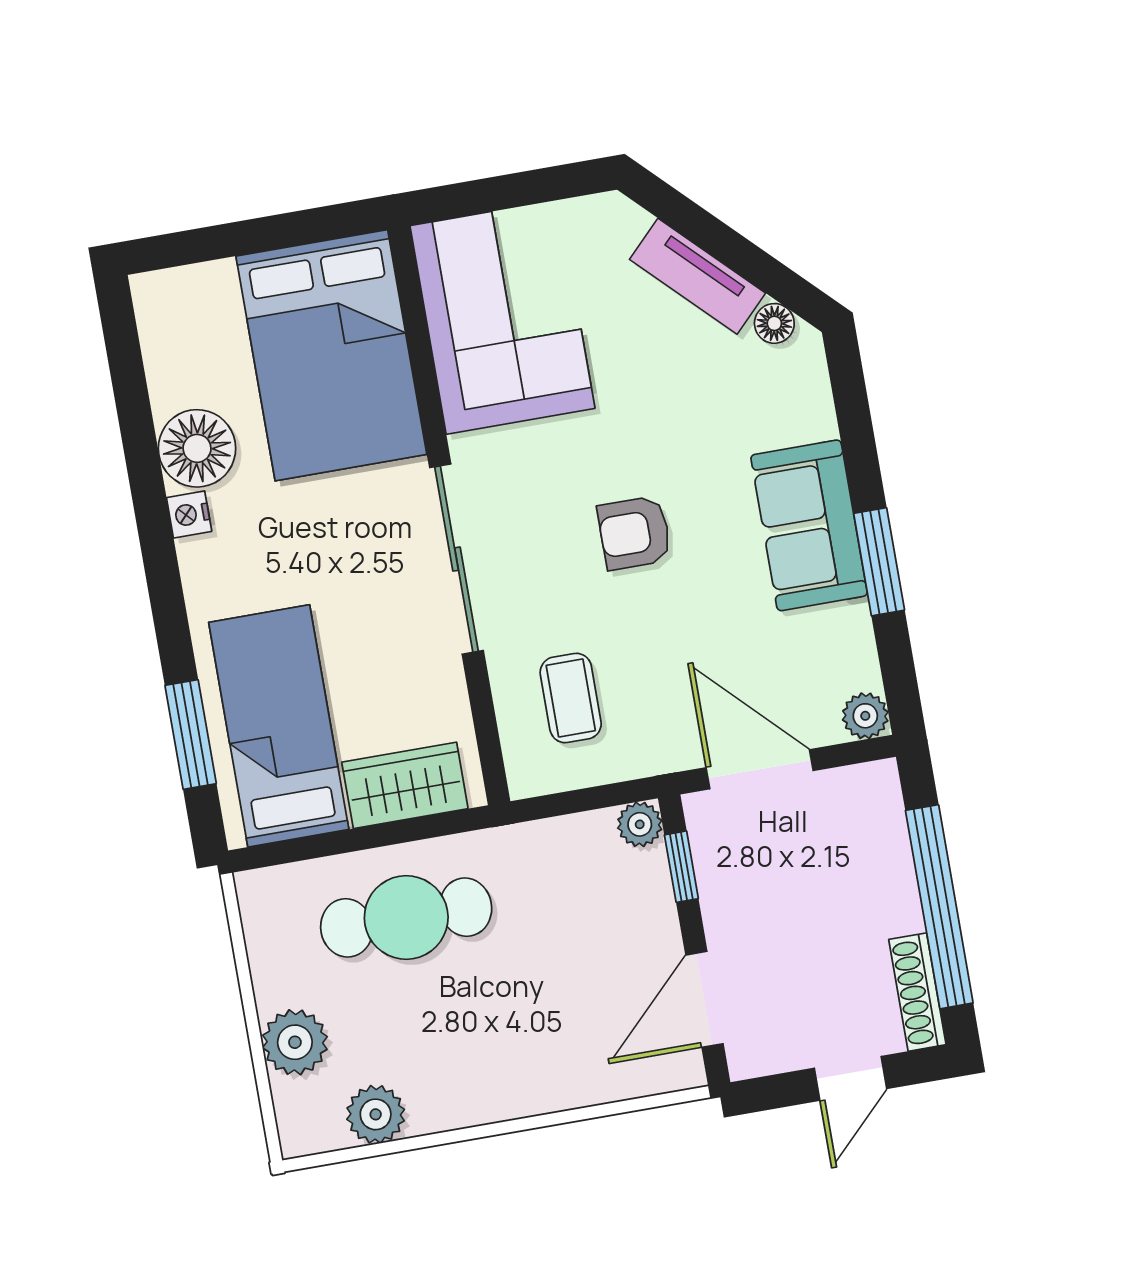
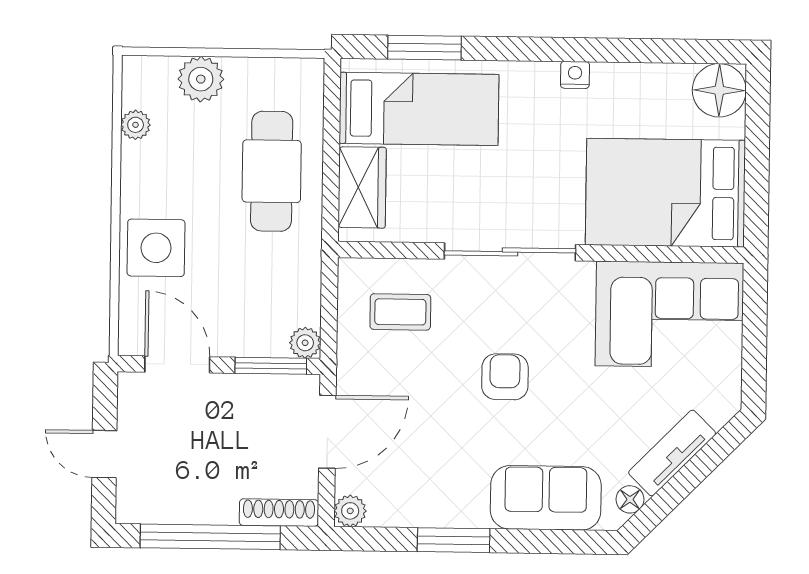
floor lamp: (197, 448) -> (719, 90), moved
sofa: (809, 525) -> (546, 498), moved
window: (681, 867) -> (271, 366), width x1.50
shoe rack: (917, 992) -> (279, 513), moved
side table: (545, 1061) -> (156, 248), added
plant: (376, 1114) -> (136, 125), width x0.73, depth x0.73

